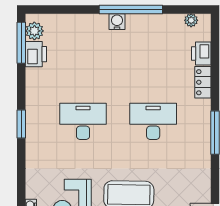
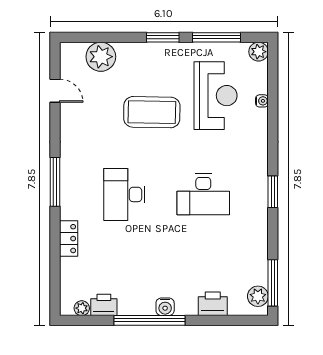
printer: (201, 53) -> (104, 305), moved, turned -90
printer: (36, 54) -> (213, 304), moved, turned 90
desk: (153, 121) -> (124, 194), turned 90

